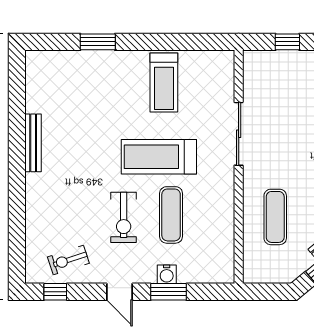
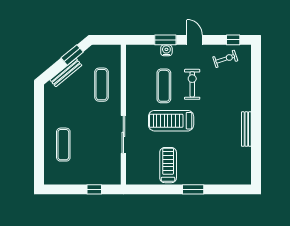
window: (98, 42) -> (193, 189), moved
treadmill: (159, 157) -> (171, 121), turned 180

